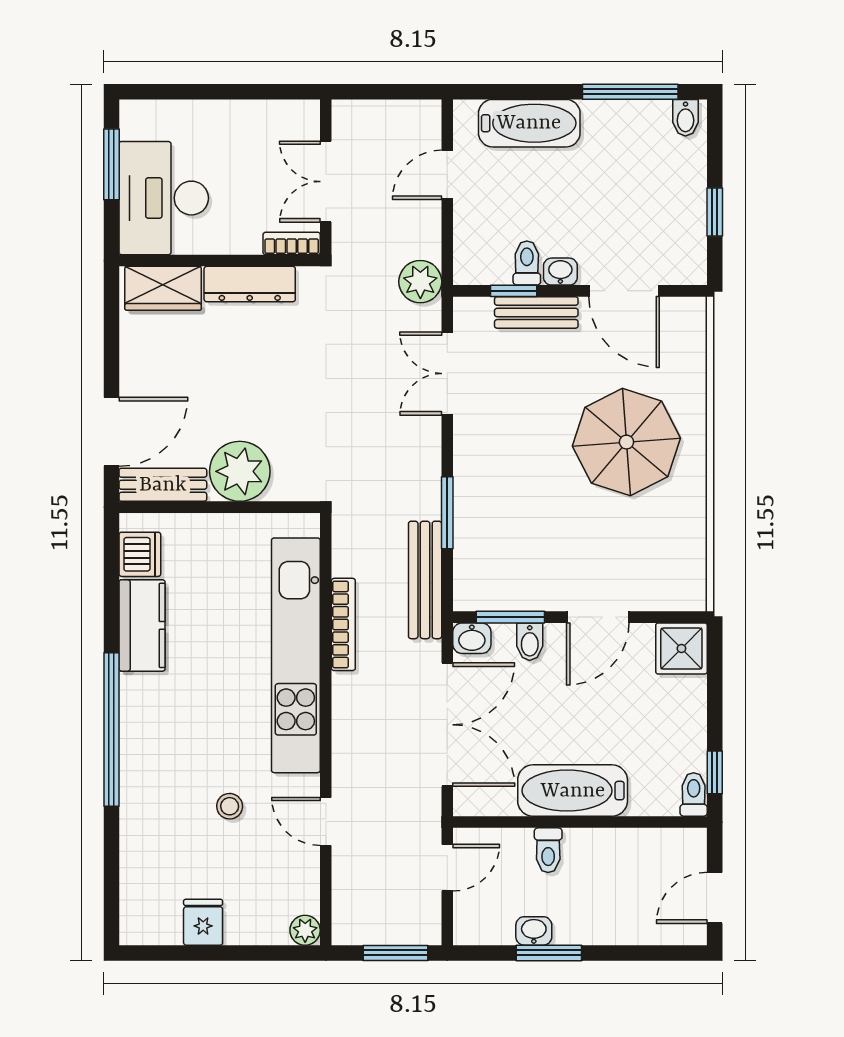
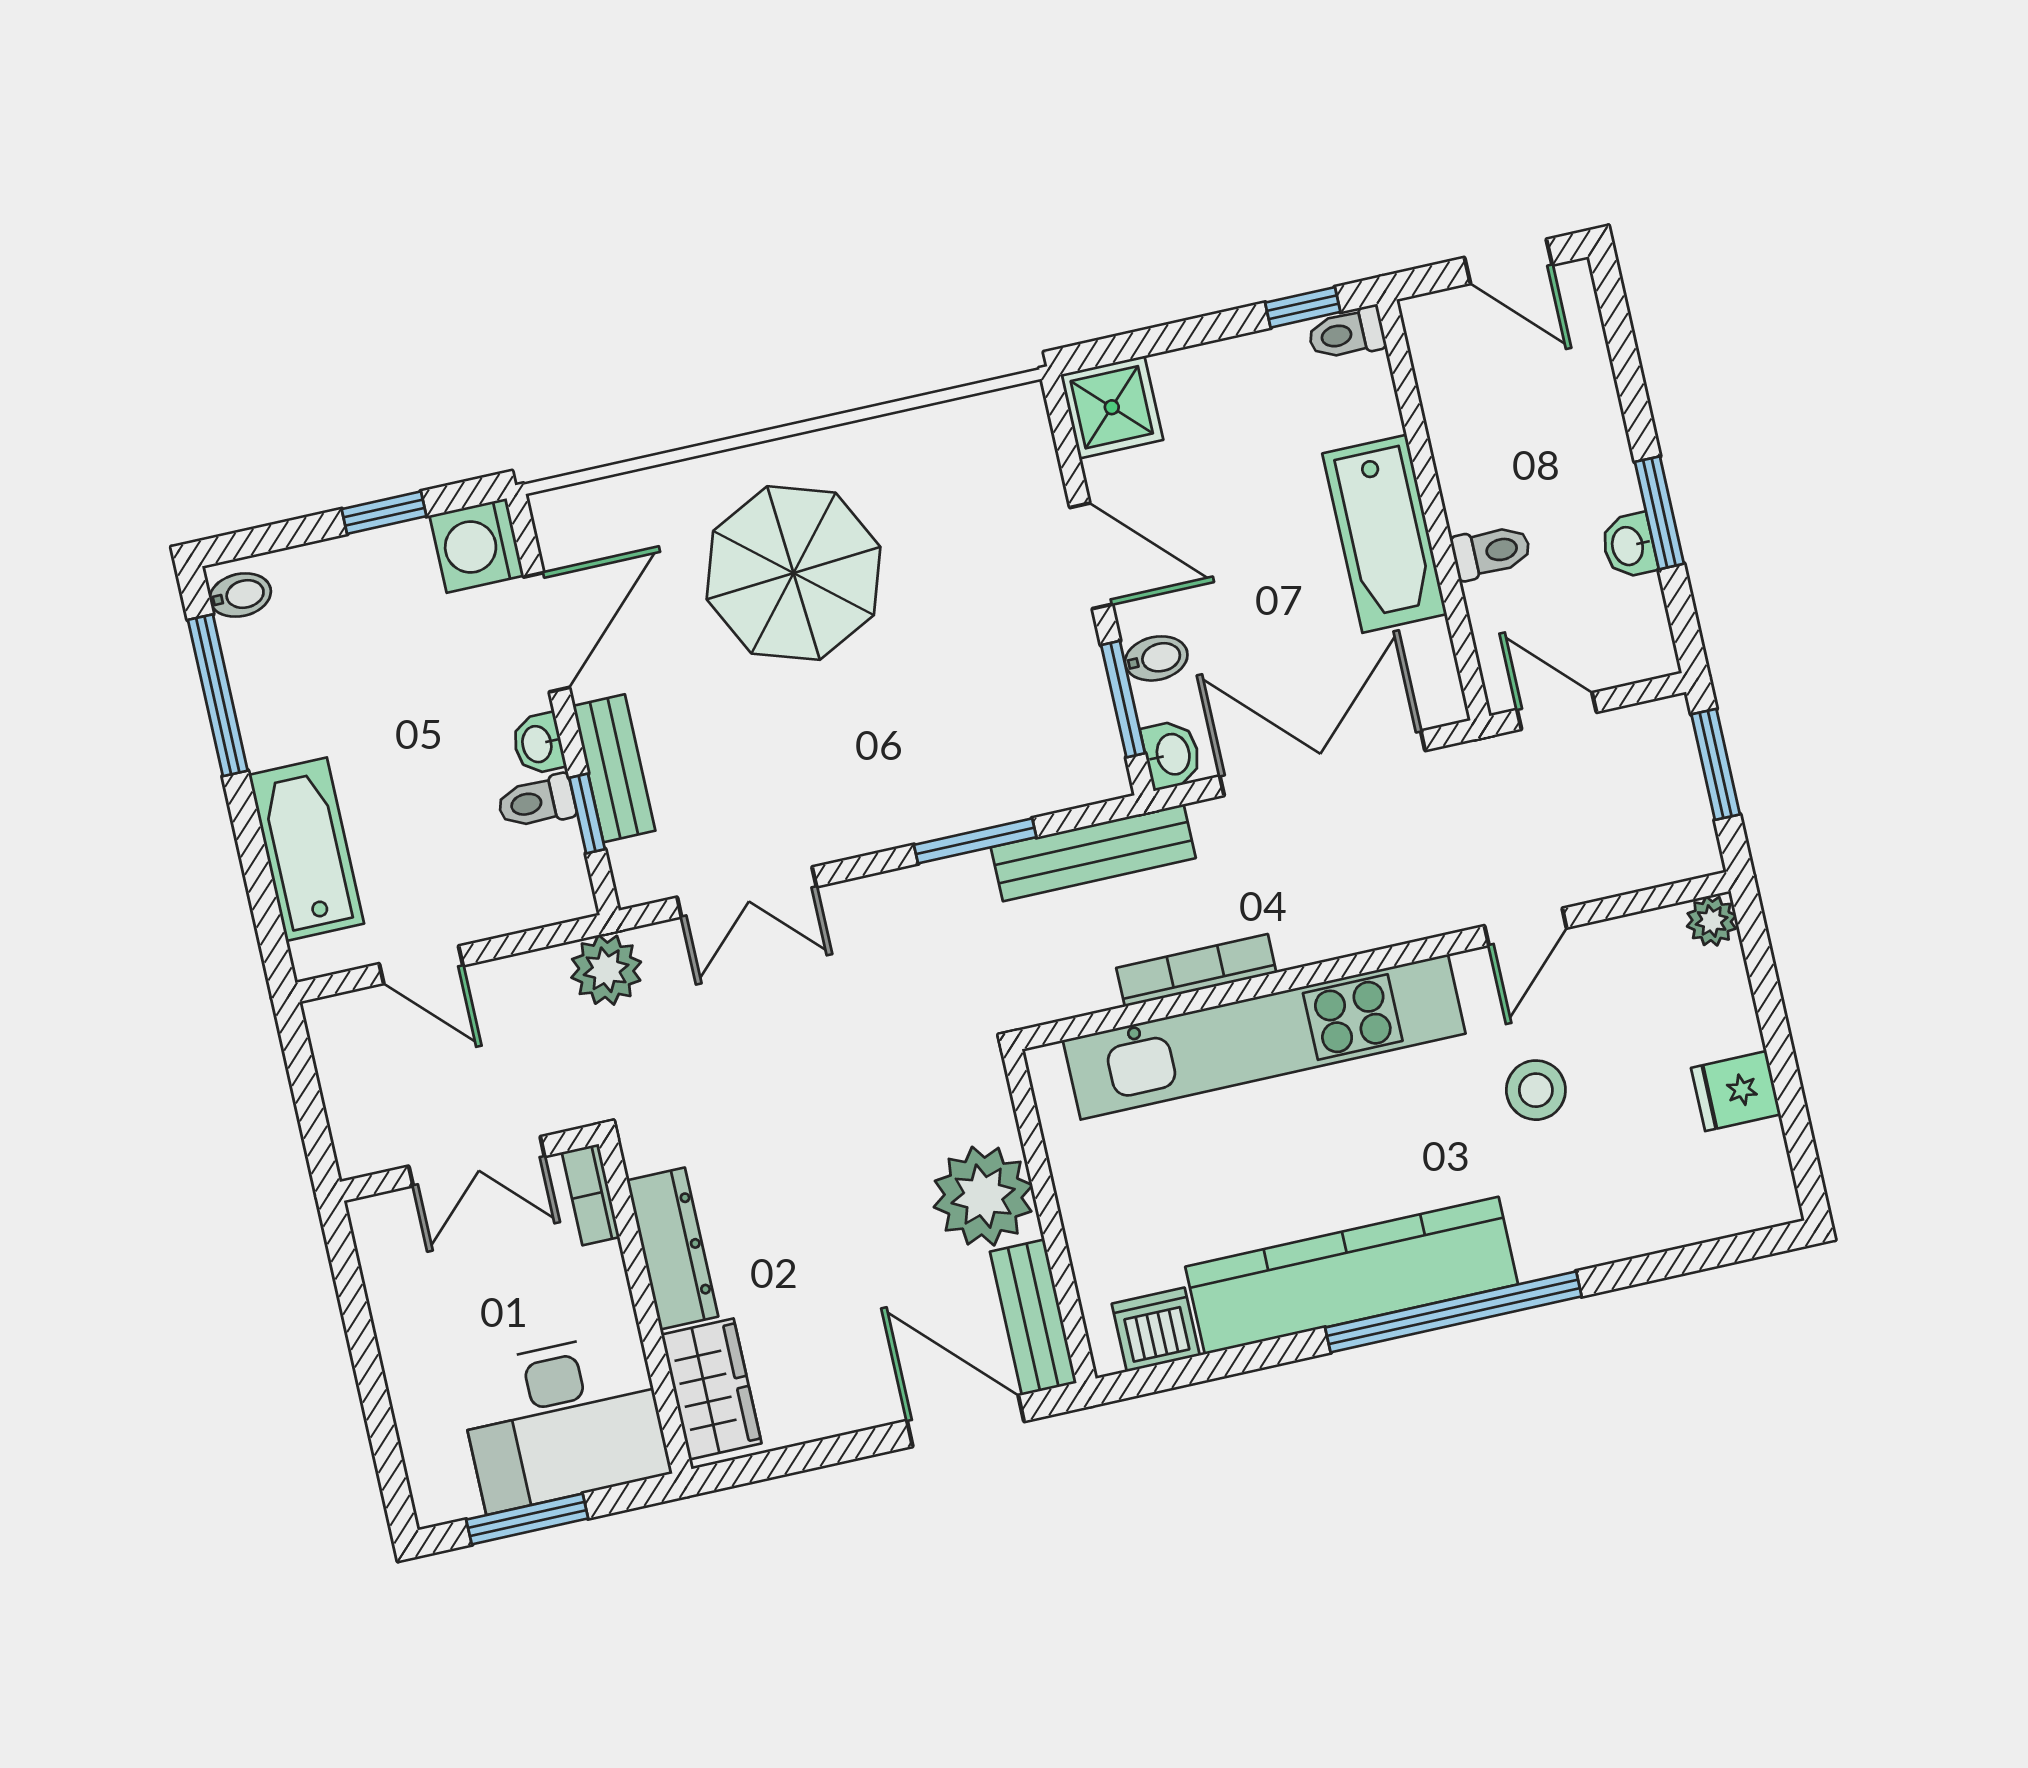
washing machine: (683, 262) -> (477, 546), added
kitchen counter: (142, 625) -> (1352, 1276), width x2.08, depth x1.17
stool: (230, 806) -> (1536, 1090), width x1.37, depth x1.37

